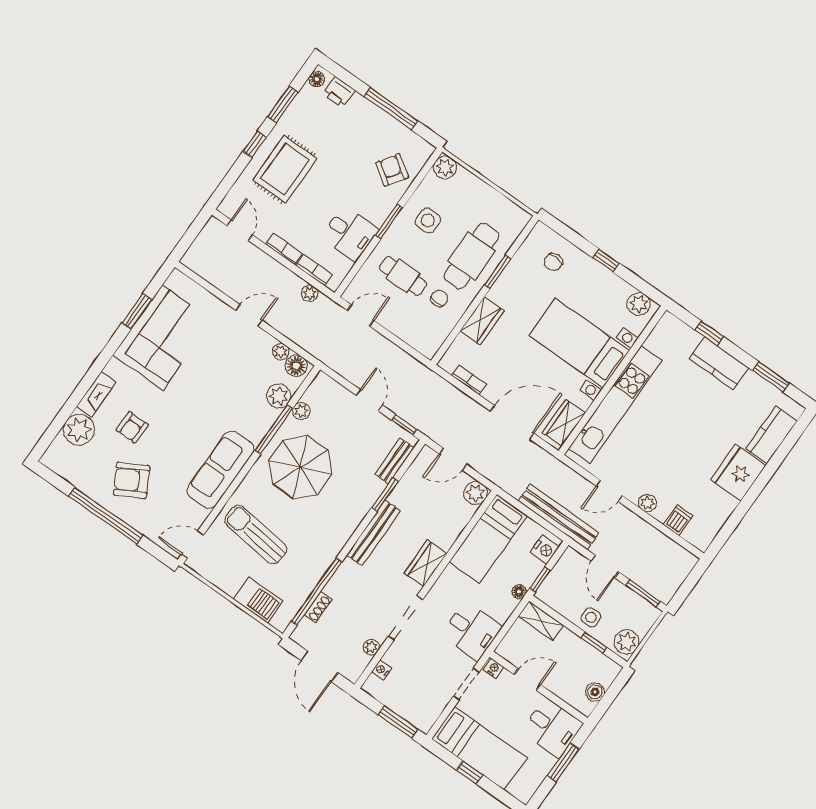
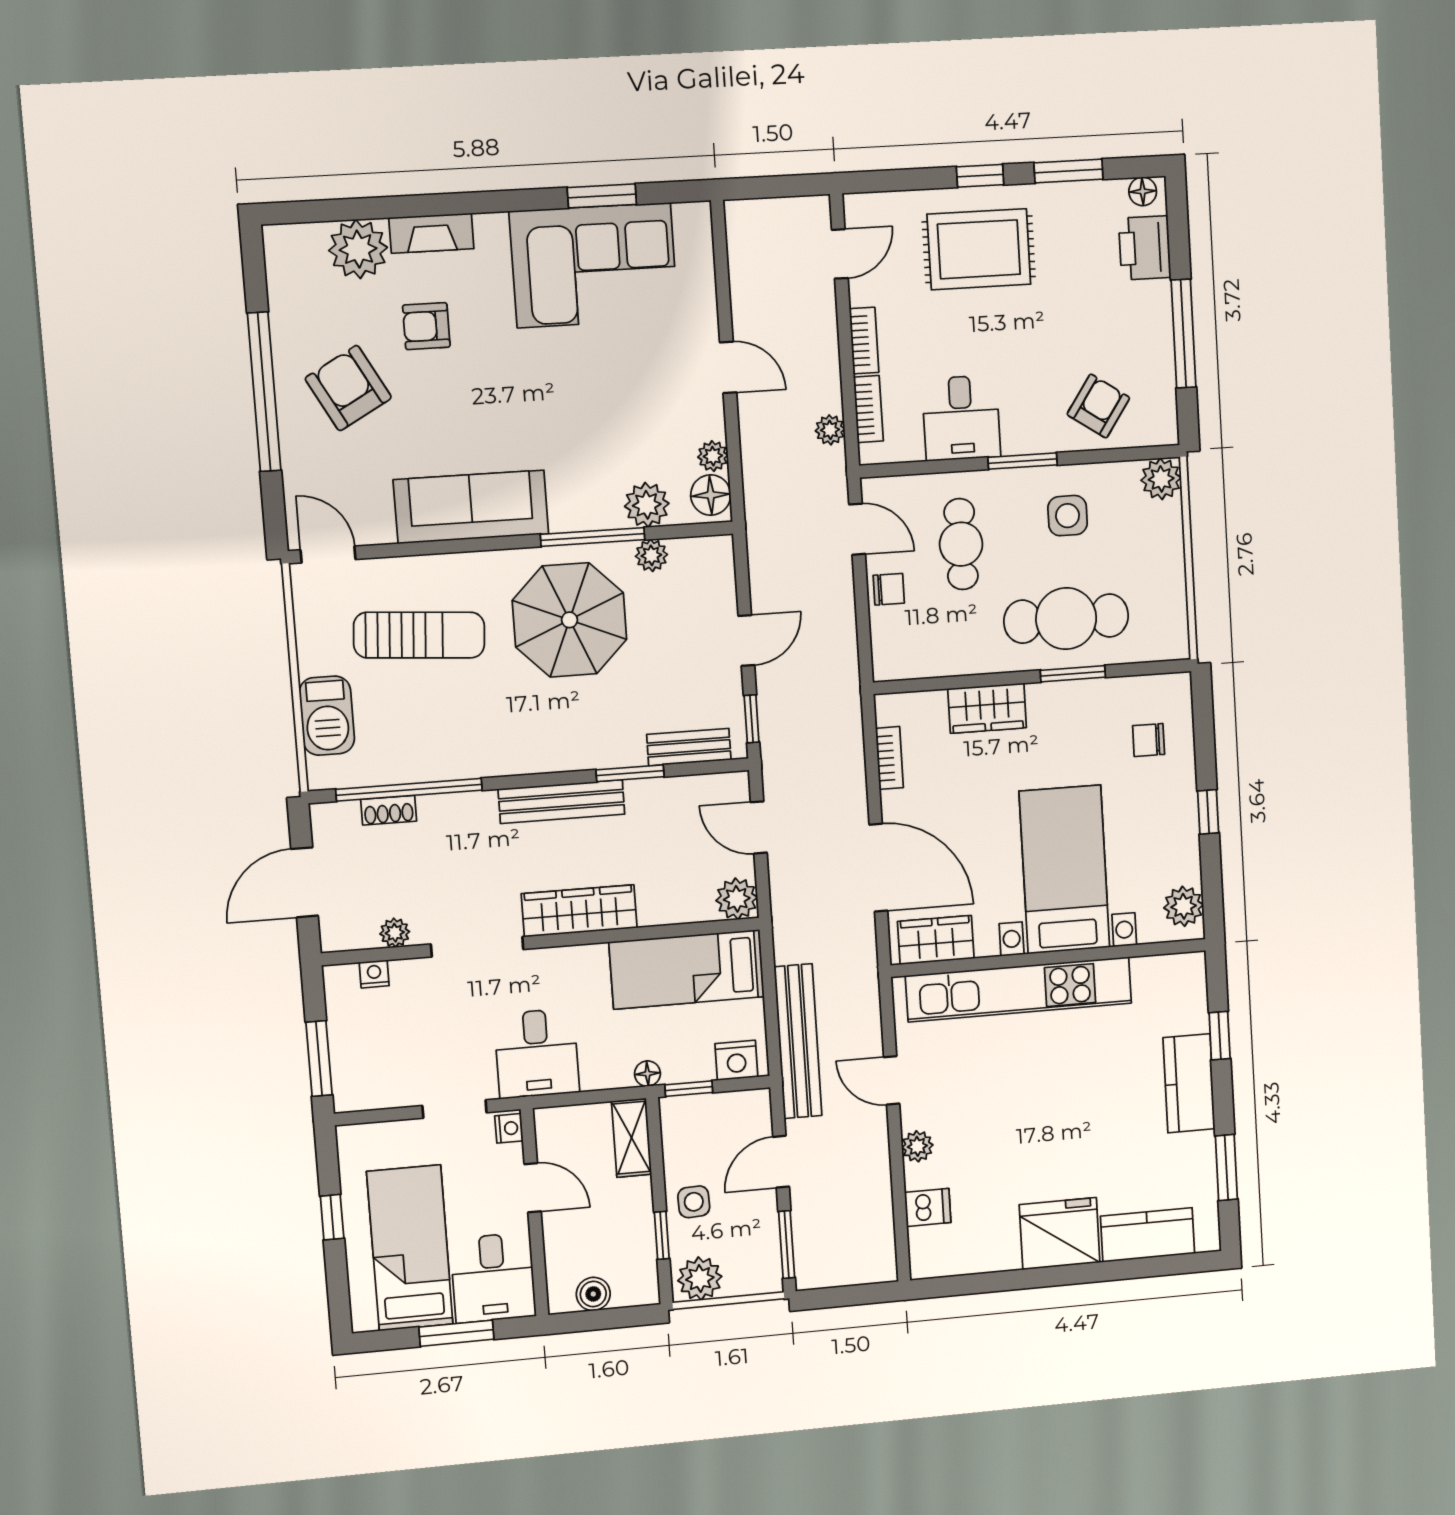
printer: (339, 92) -> (1145, 248), width x1.36, depth x1.24
chair: (439, 298) -> (889, 589), moved
sun lounger: (256, 535) -> (419, 635), turned 87
wardrobe: (426, 563) -> (579, 911), width x1.50
bed: (479, 748) -> (410, 1248), moved, turned 180

